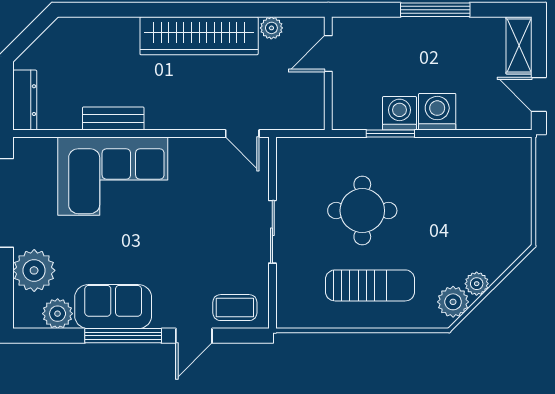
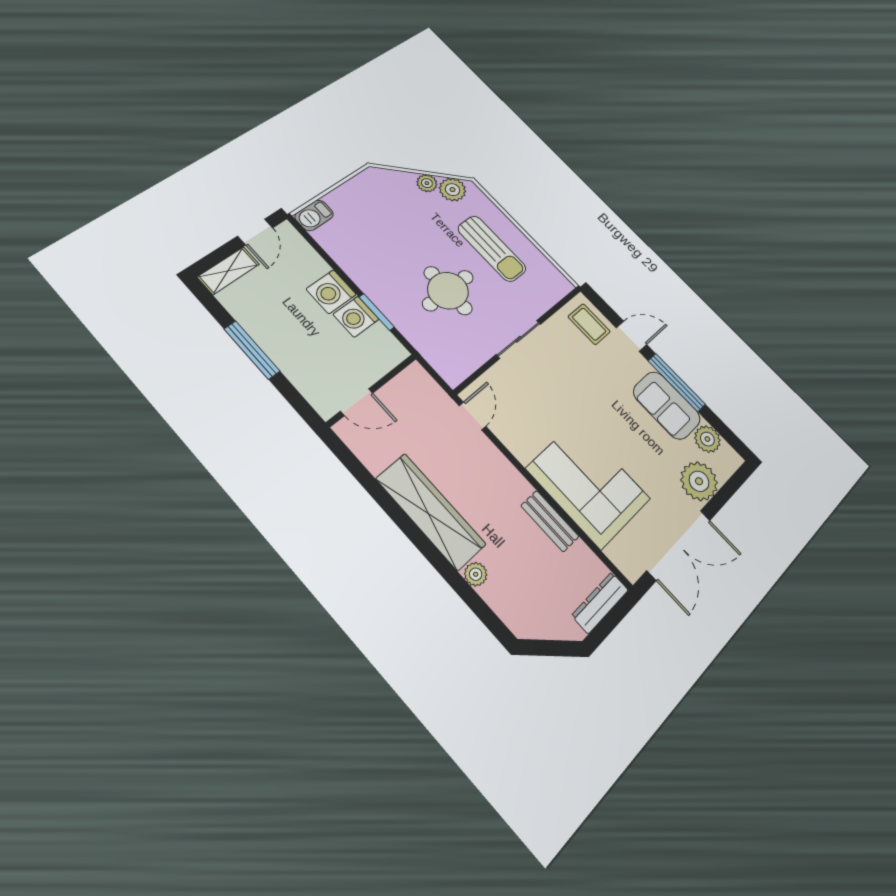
plant: (271, 28) -> (476, 574), moved
barbecue: (518, 156) -> (314, 215), added
sun lounger: (370, 285) -> (492, 249), turned 180

